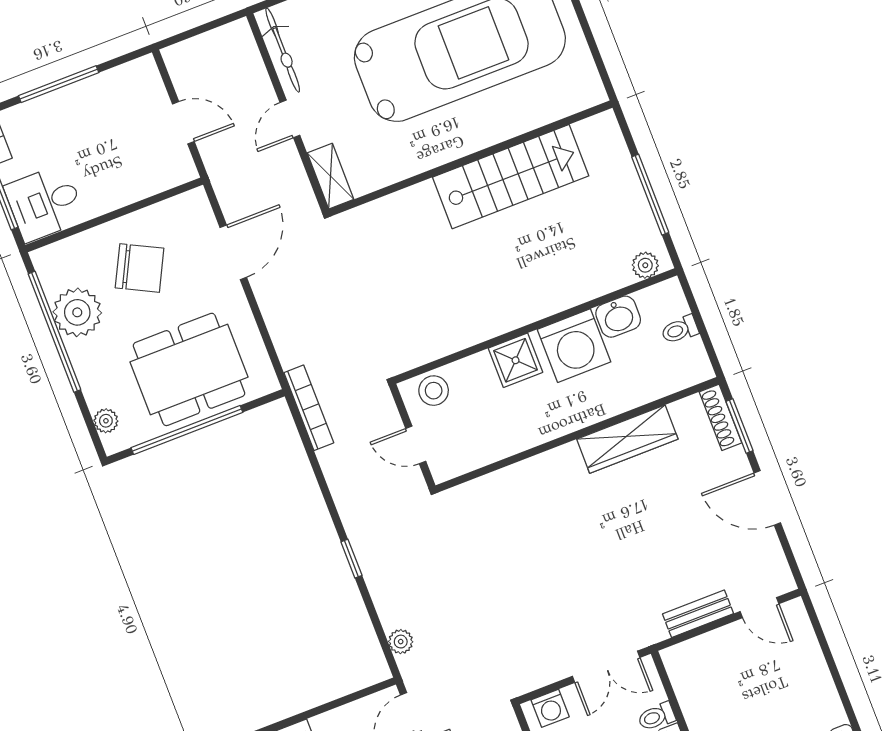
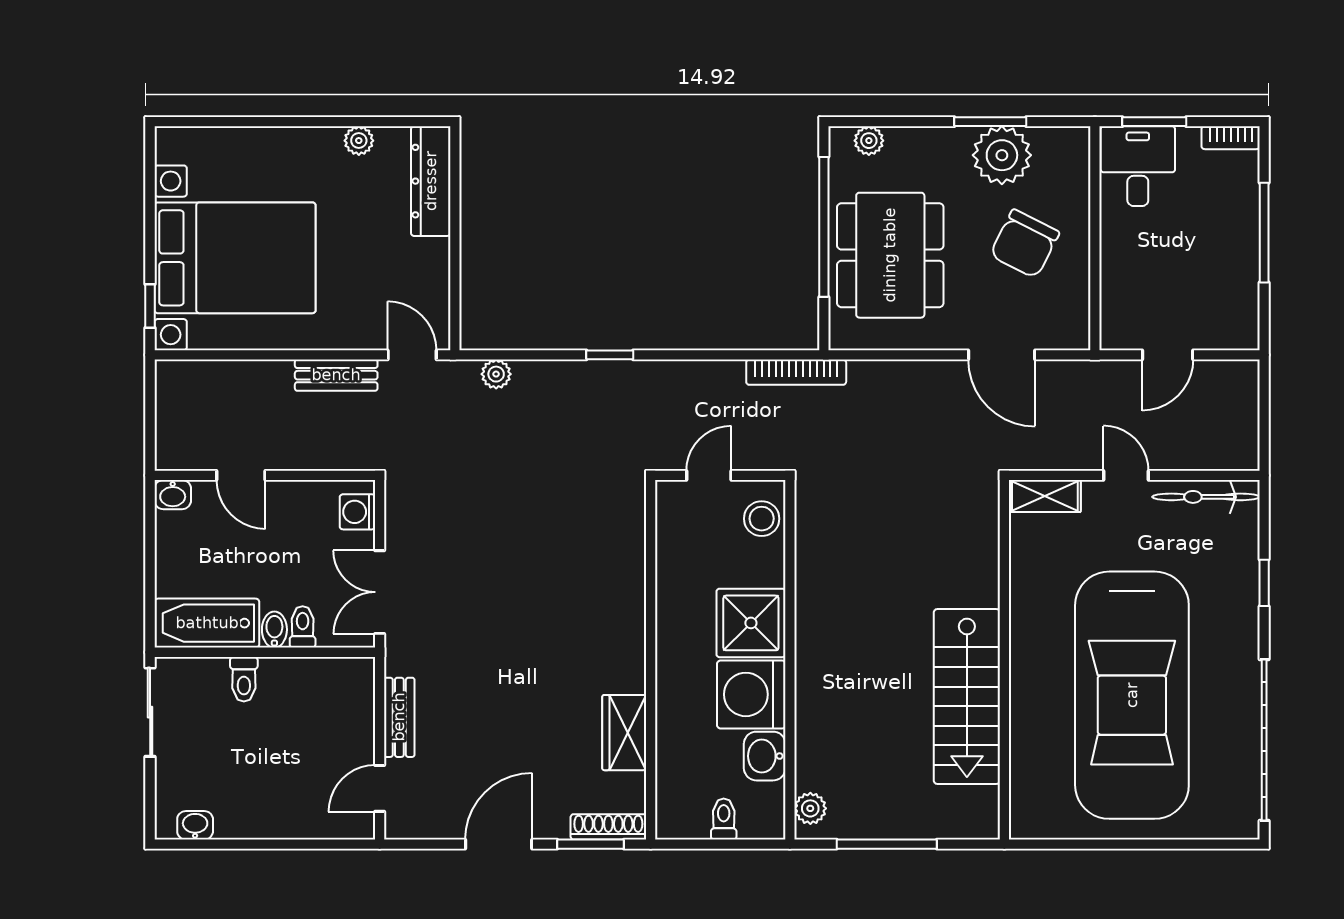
window: (54, 332) -> (990, 122), width x0.47
shower: (516, 360) -> (751, 623), width x1.36, depth x1.36
wardrobe: (627, 439) -> (624, 733), width x0.67

